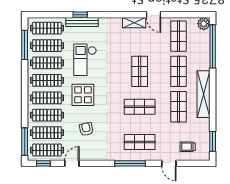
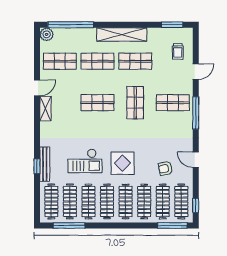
armchair: (86, 129) -> (165, 168), moved
shop shelf: (140, 142) -> (173, 103), turned 90
door: (72, 163) -> (196, 160), moved

